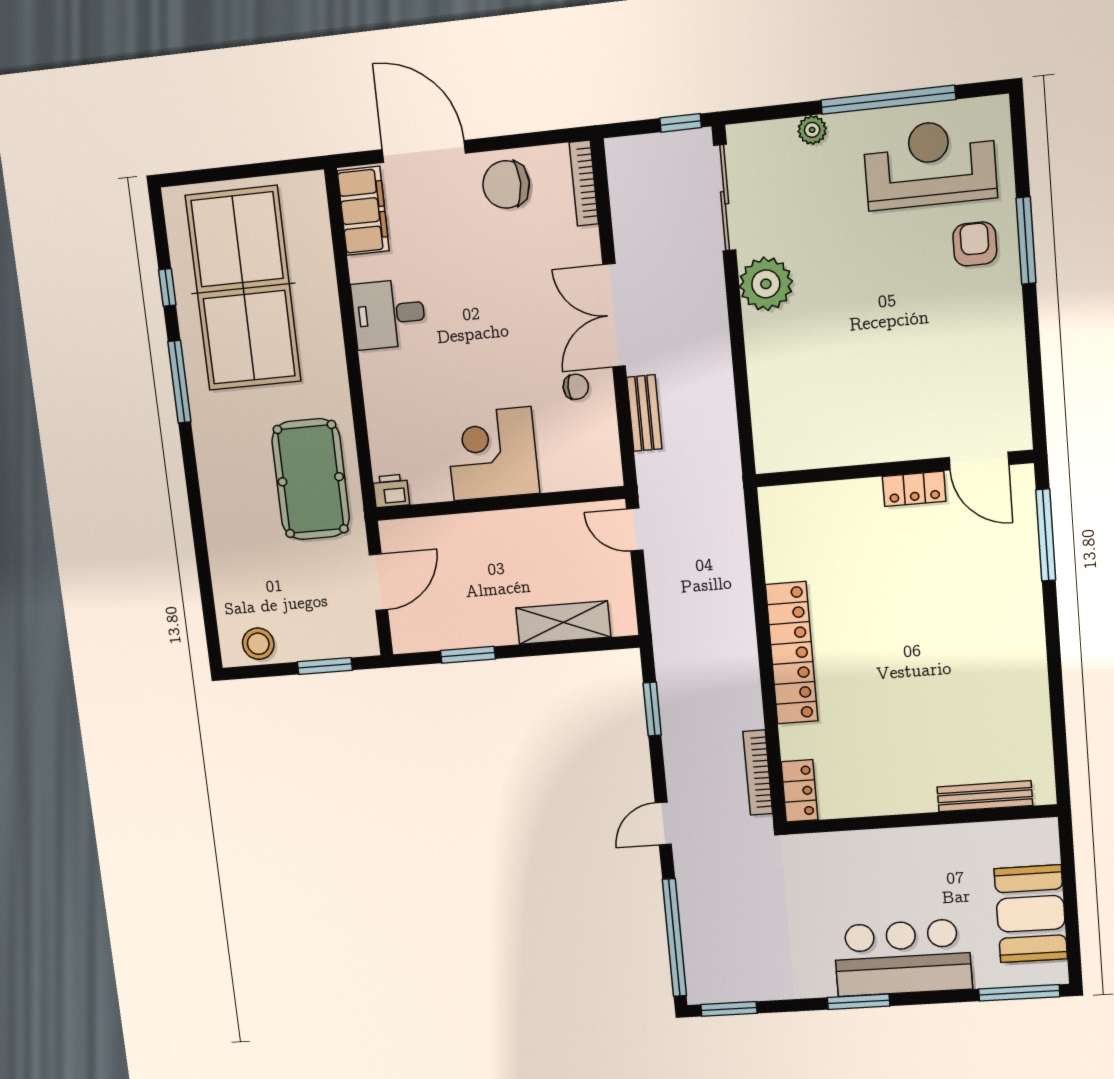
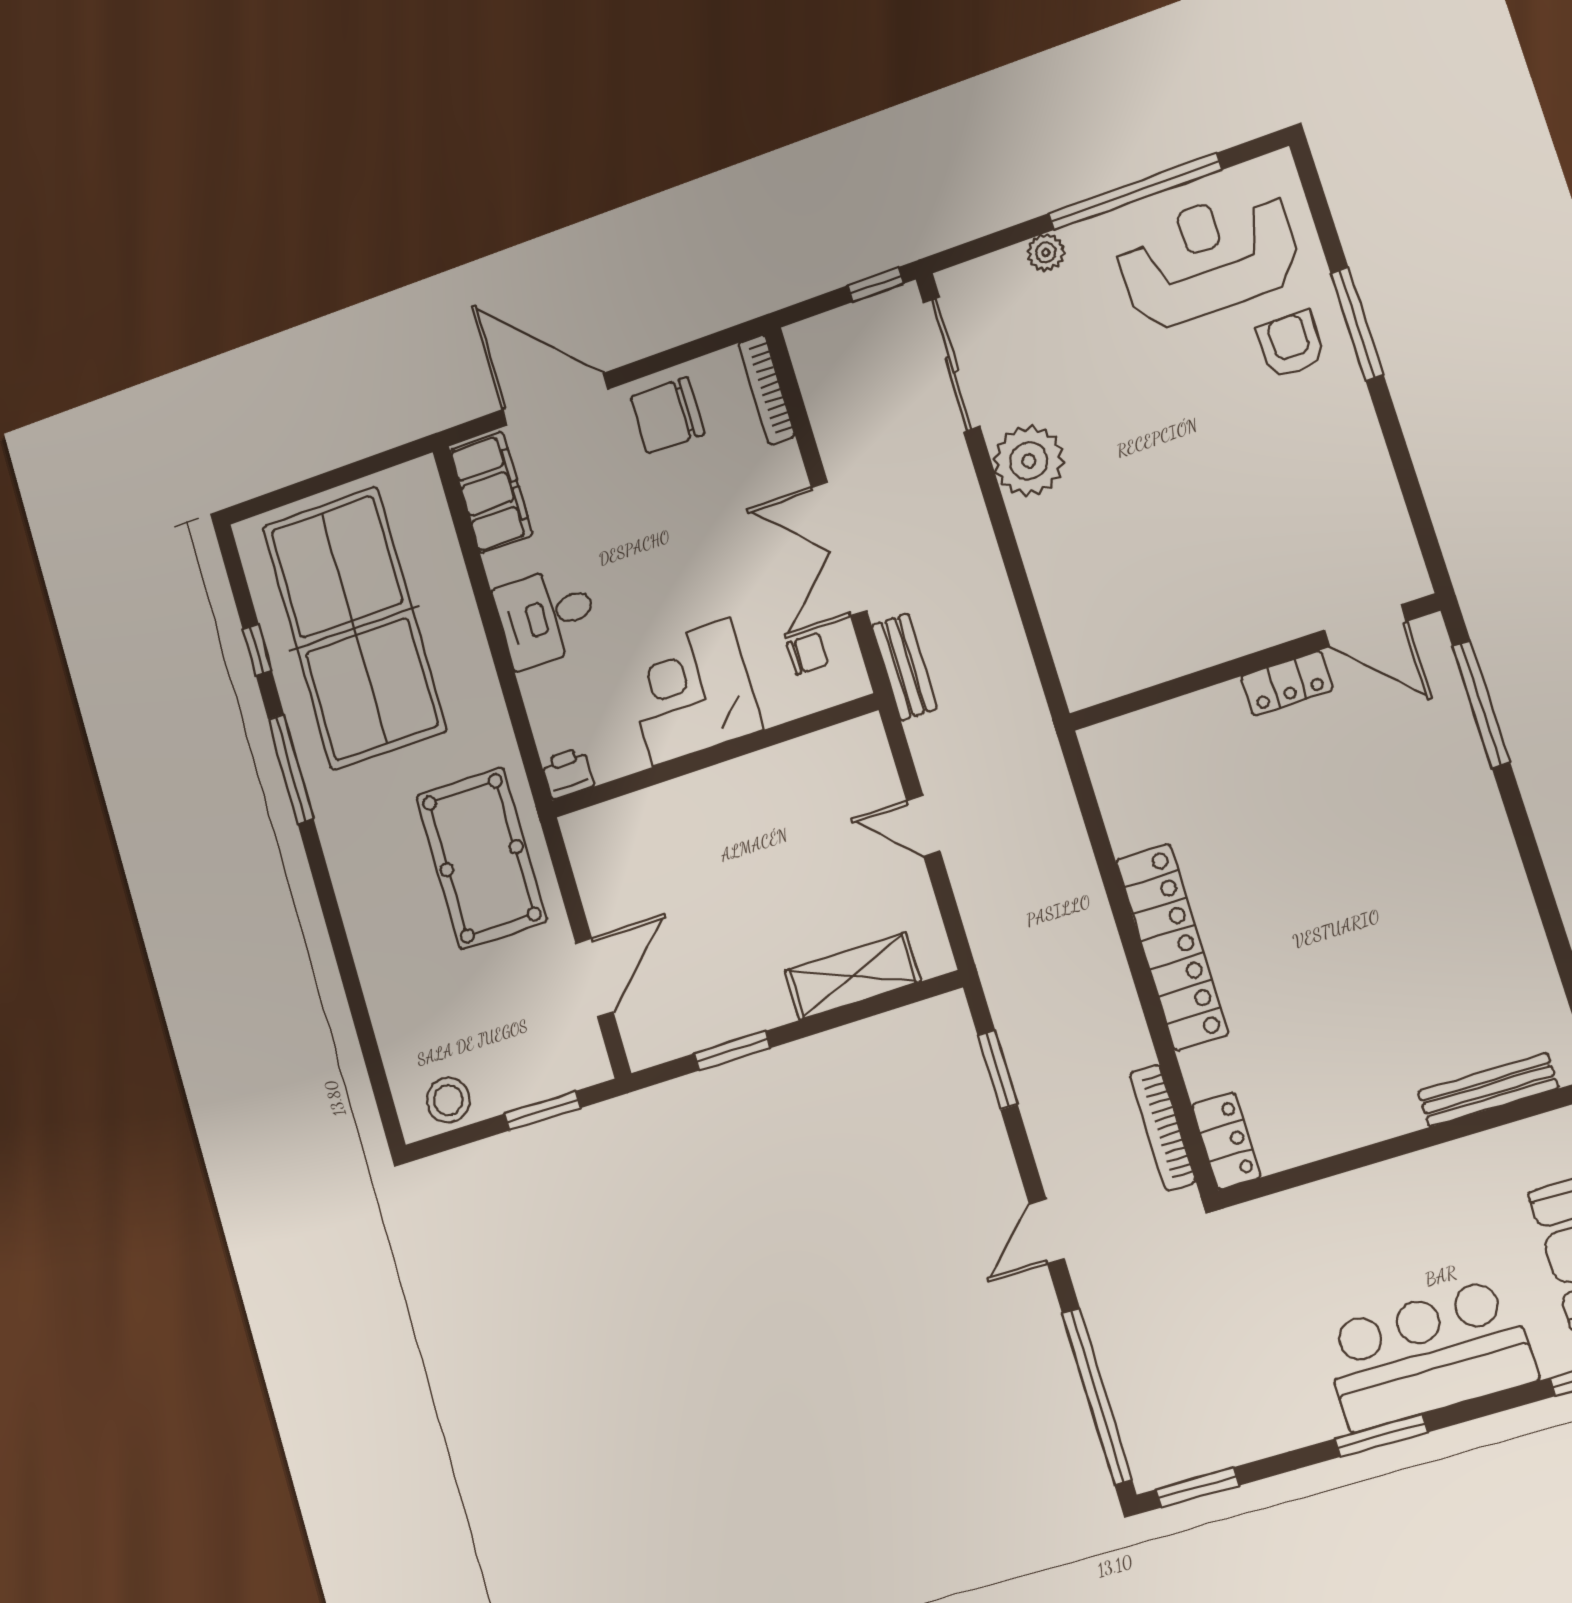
corner desk: (492, 454) -> (692, 692), moved
printer: (391, 491) -> (568, 773), moved
wall: (500, 503) -> (714, 756), moved

